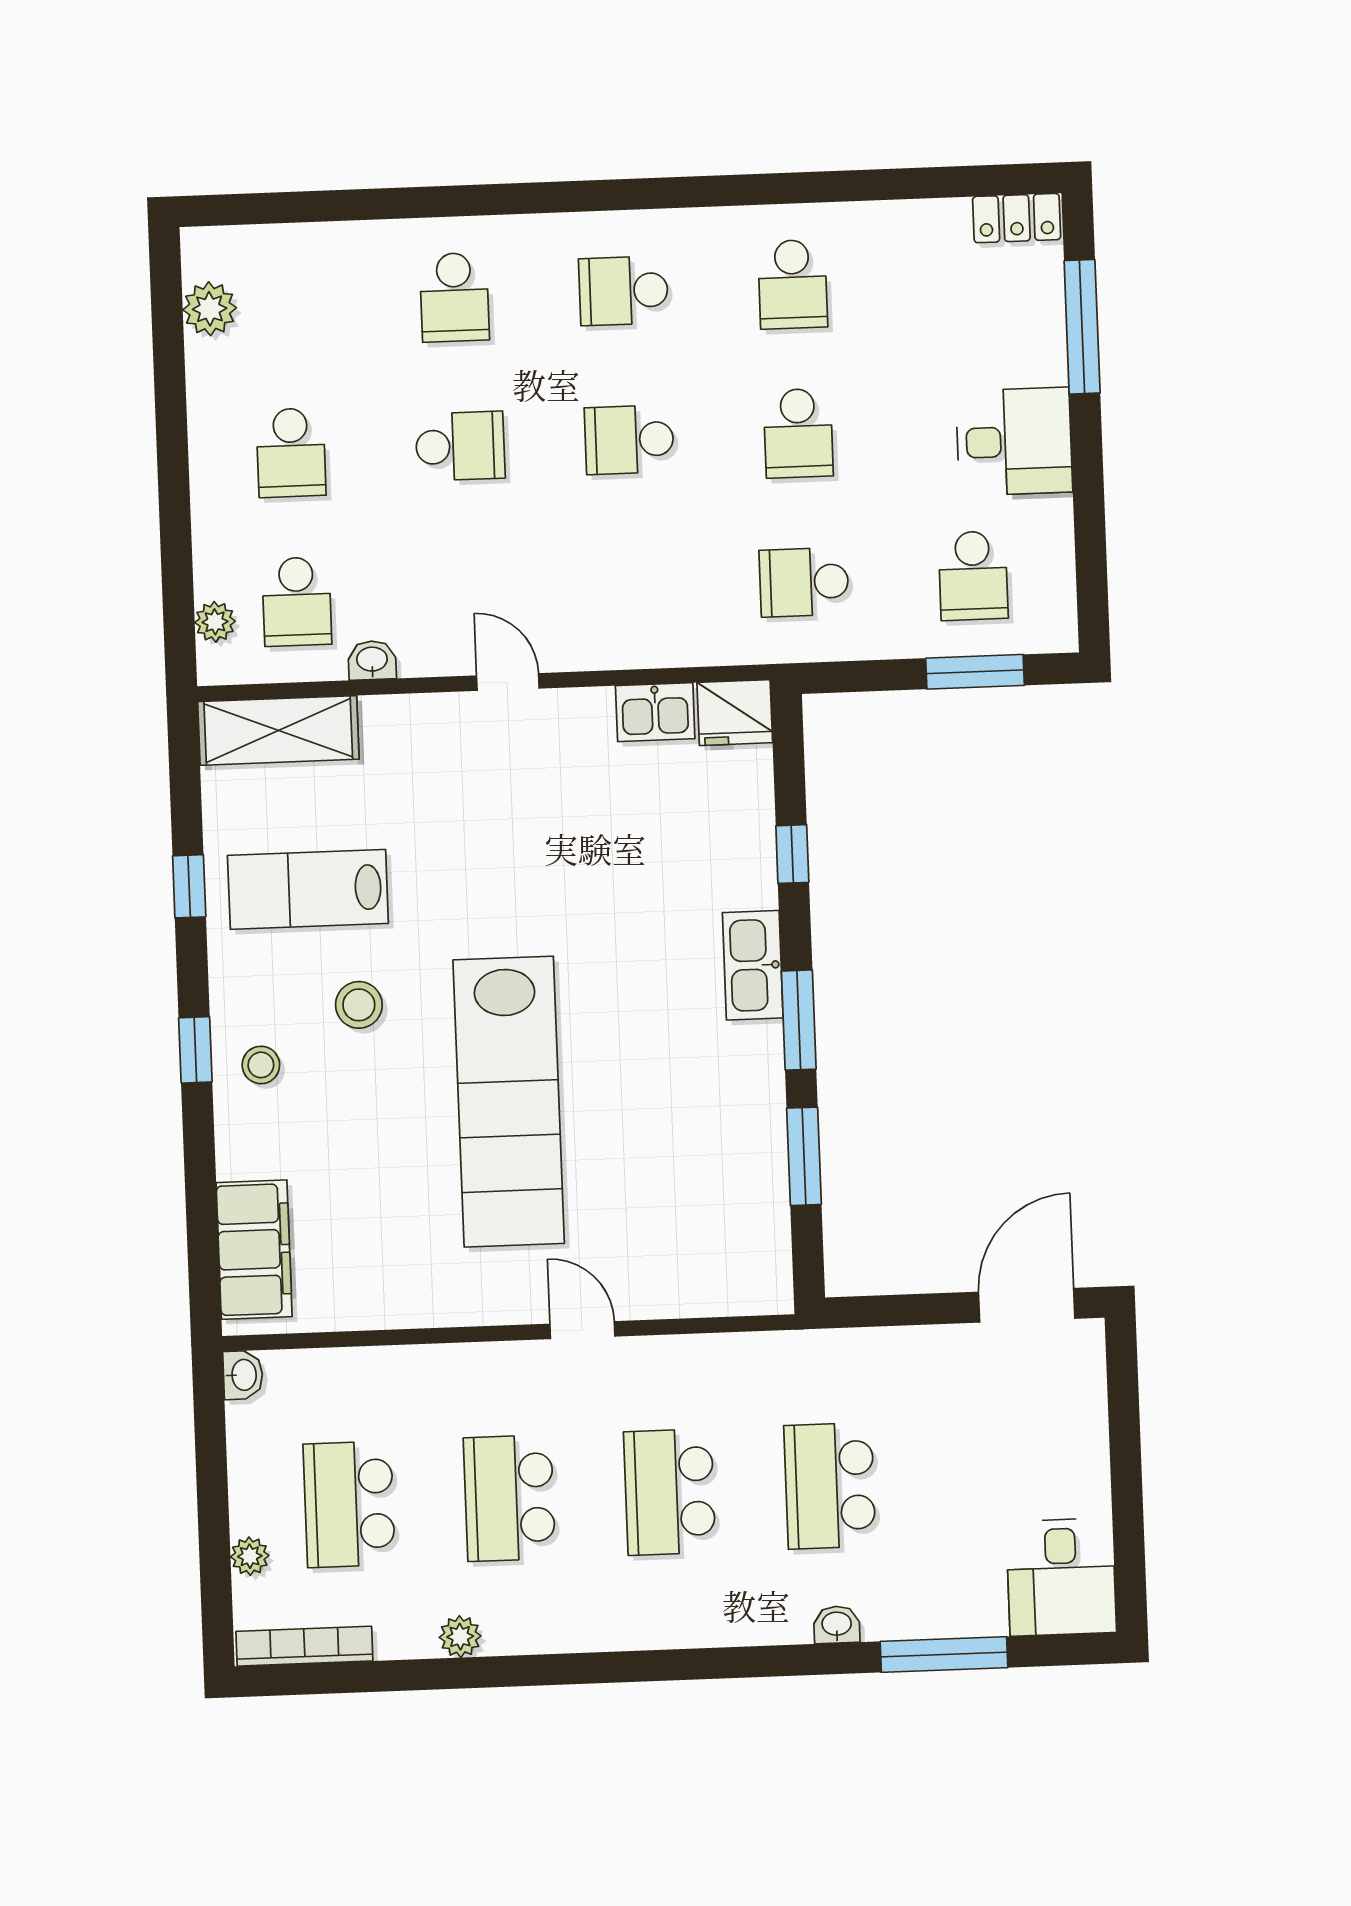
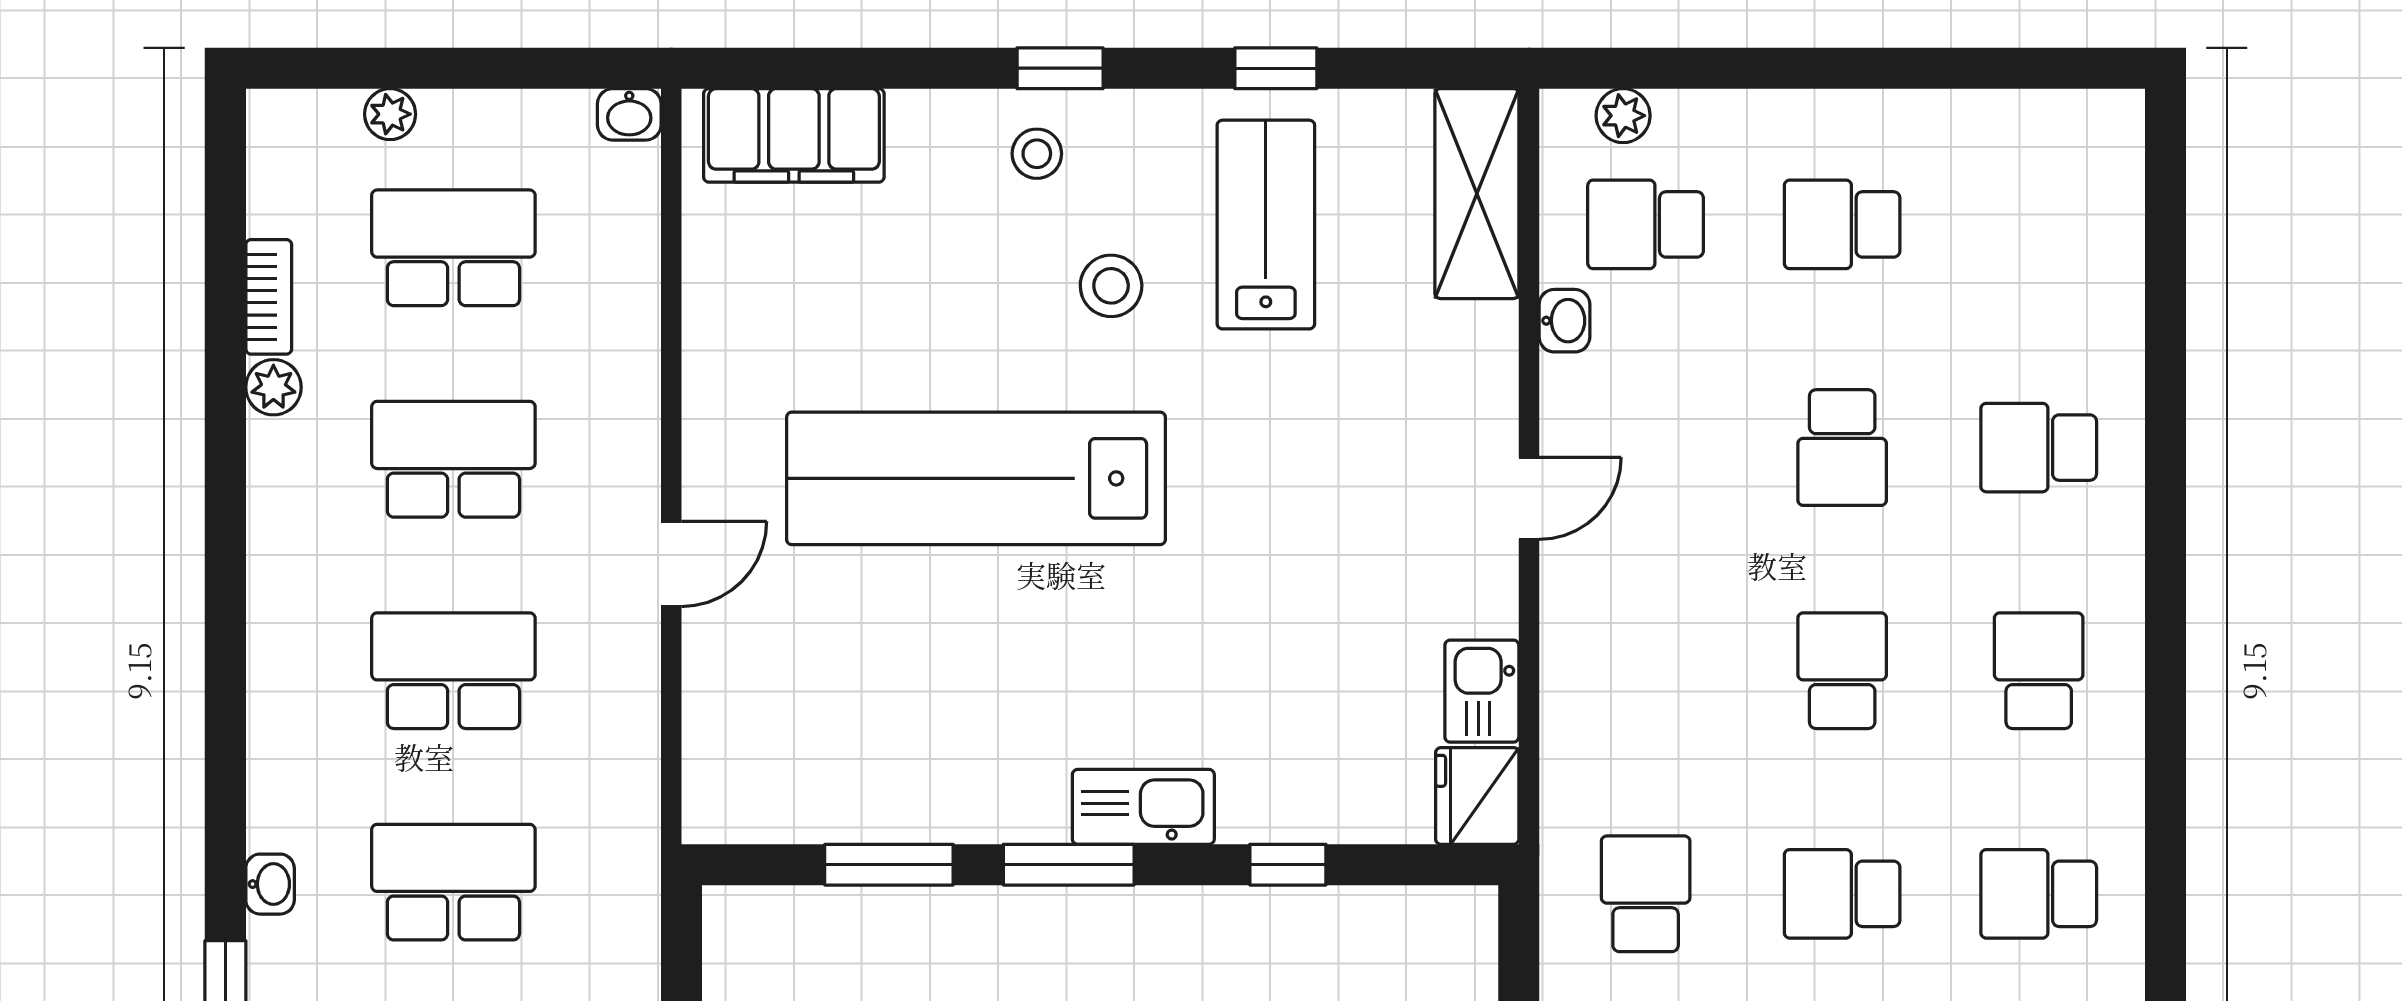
plant: (210, 309) -> (2036, 124), removed
bookcase: (304, 1646) -> (269, 297), moved, width x0.64

